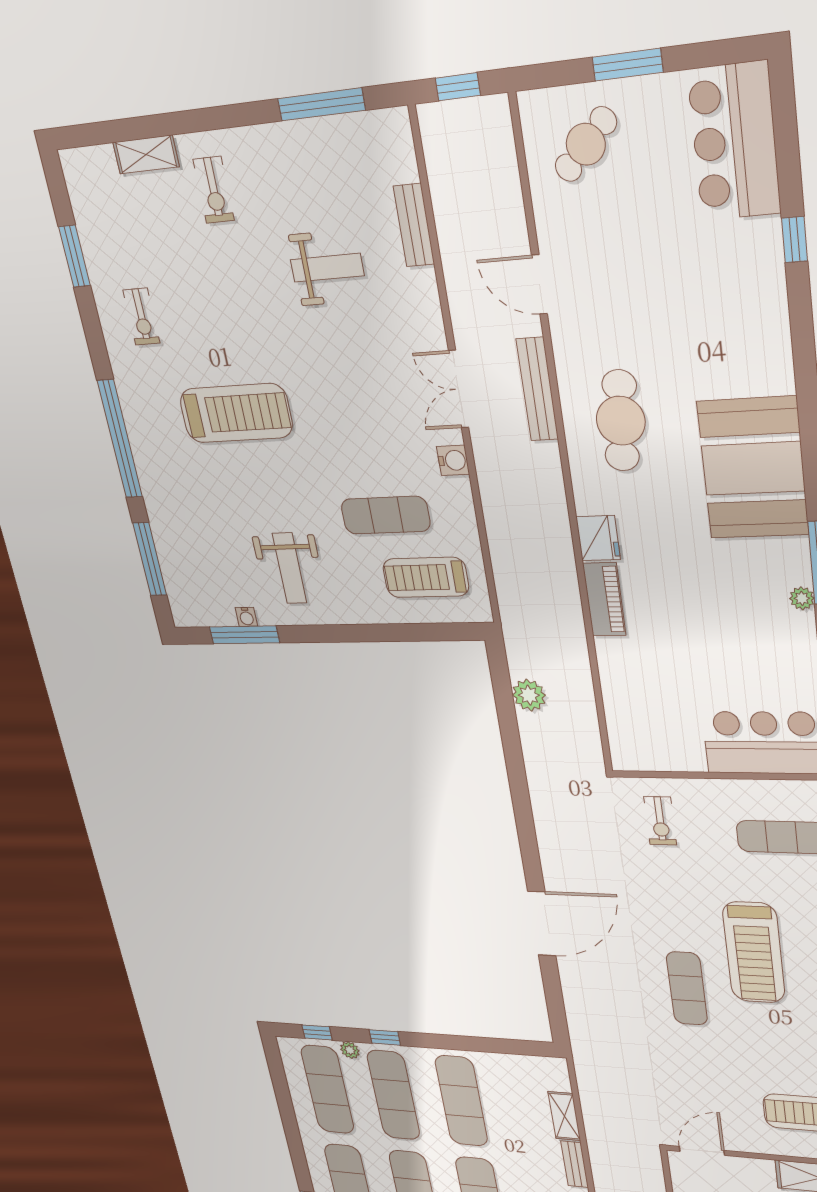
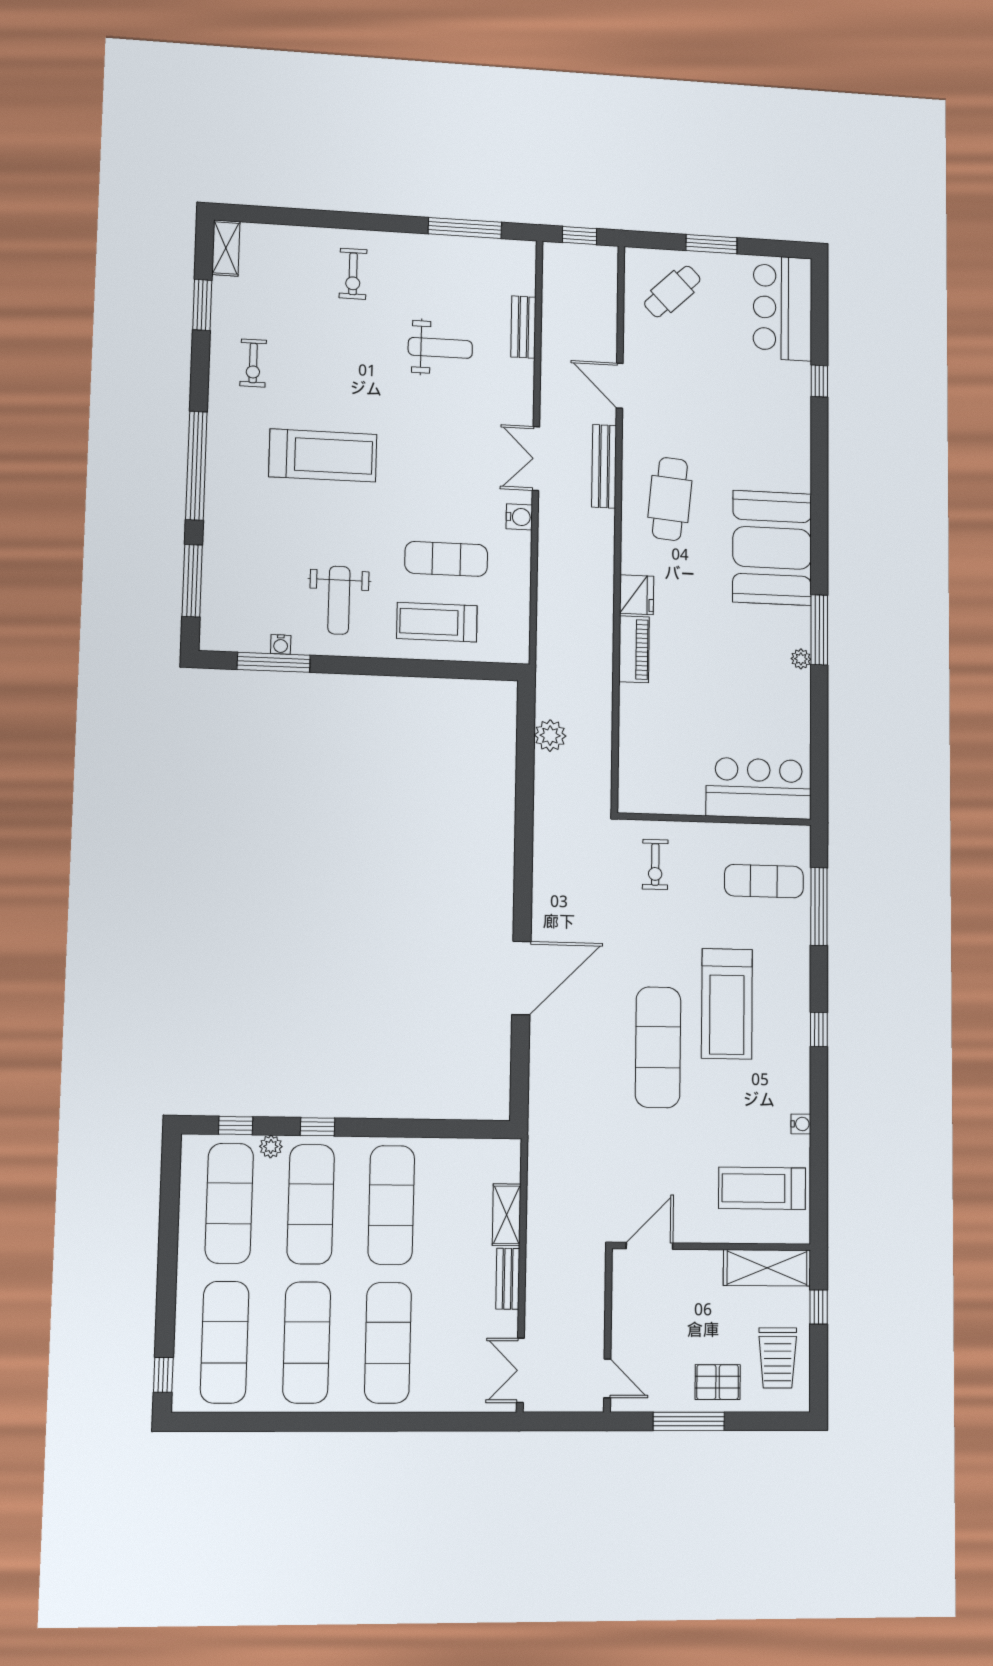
shelving: (146, 154) -> (226, 248), moved, turned 90
treadmill: (426, 577) -> (437, 622), moved
exercise mat: (687, 988) -> (658, 1047), width x1.36, depth x1.45

